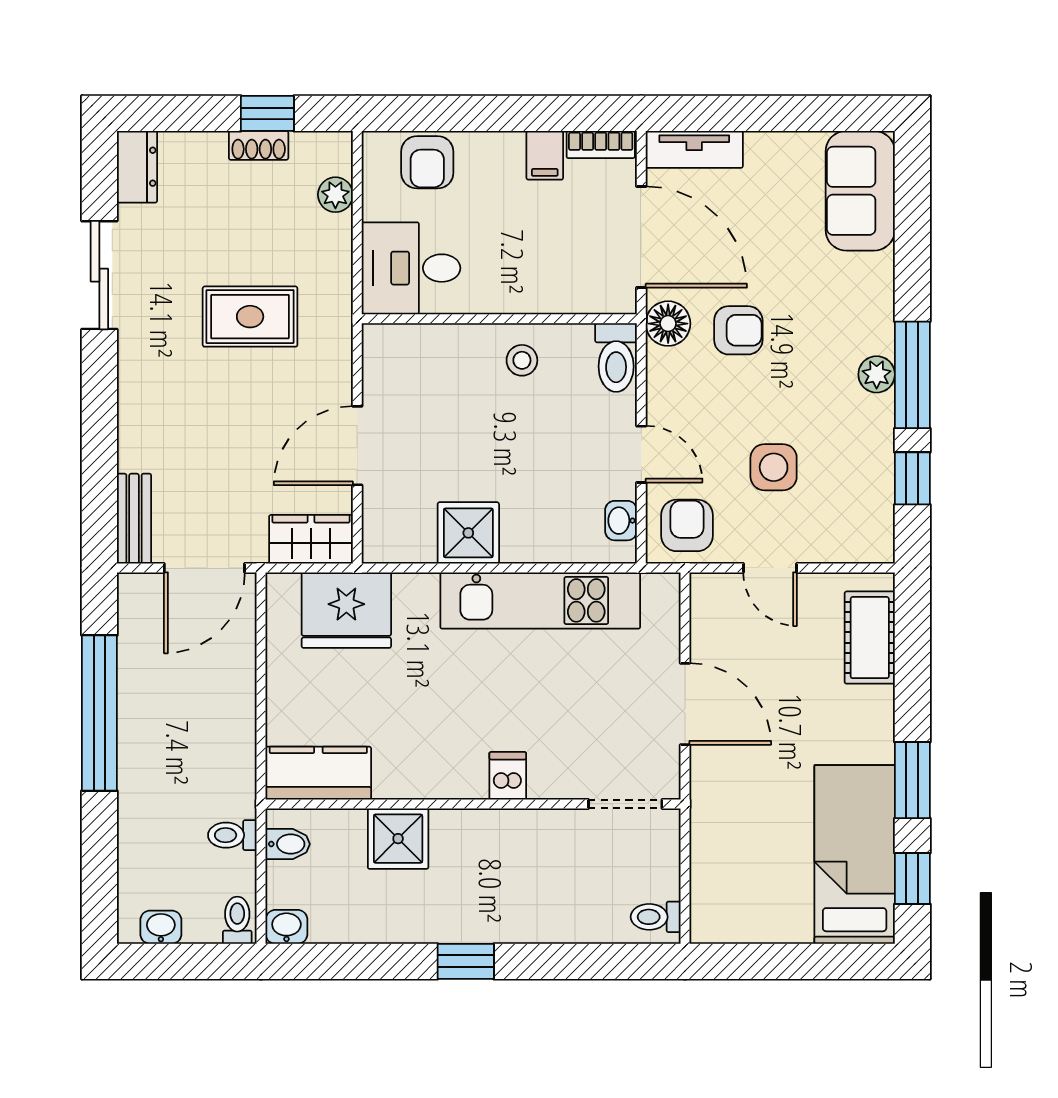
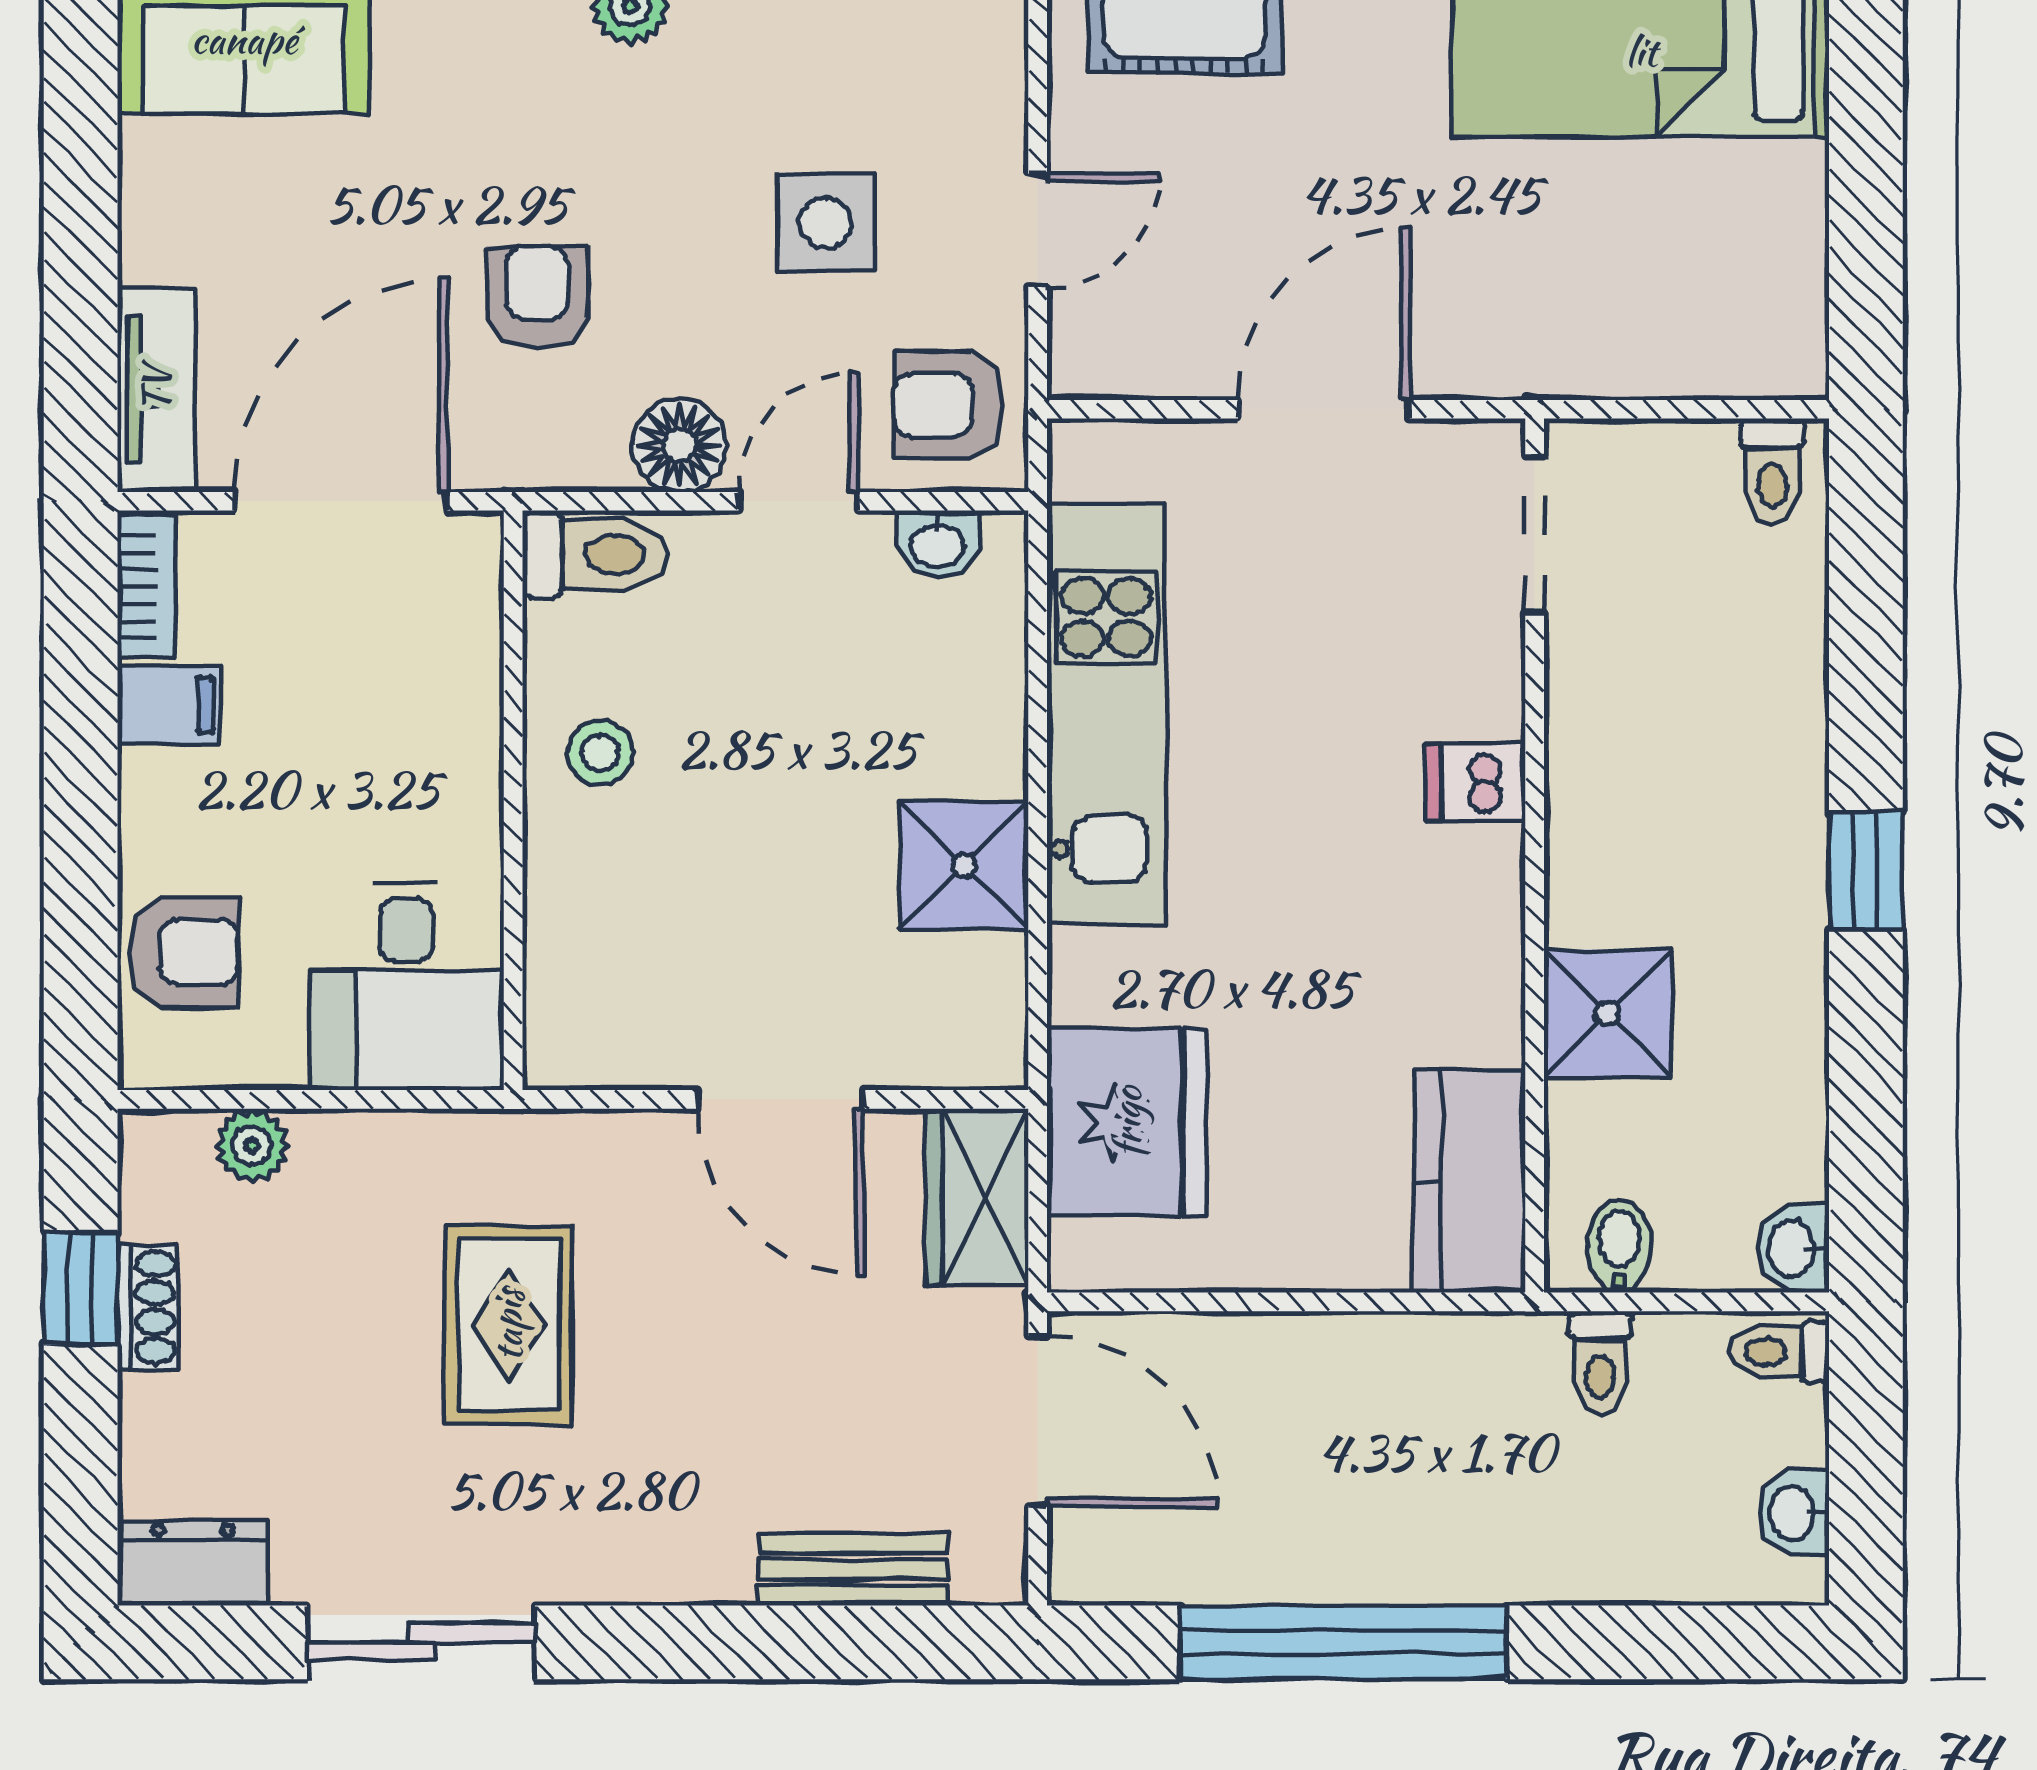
floor lamp: (668, 324) -> (679, 445), moved
bench: (134, 519) -> (853, 1569), moved

